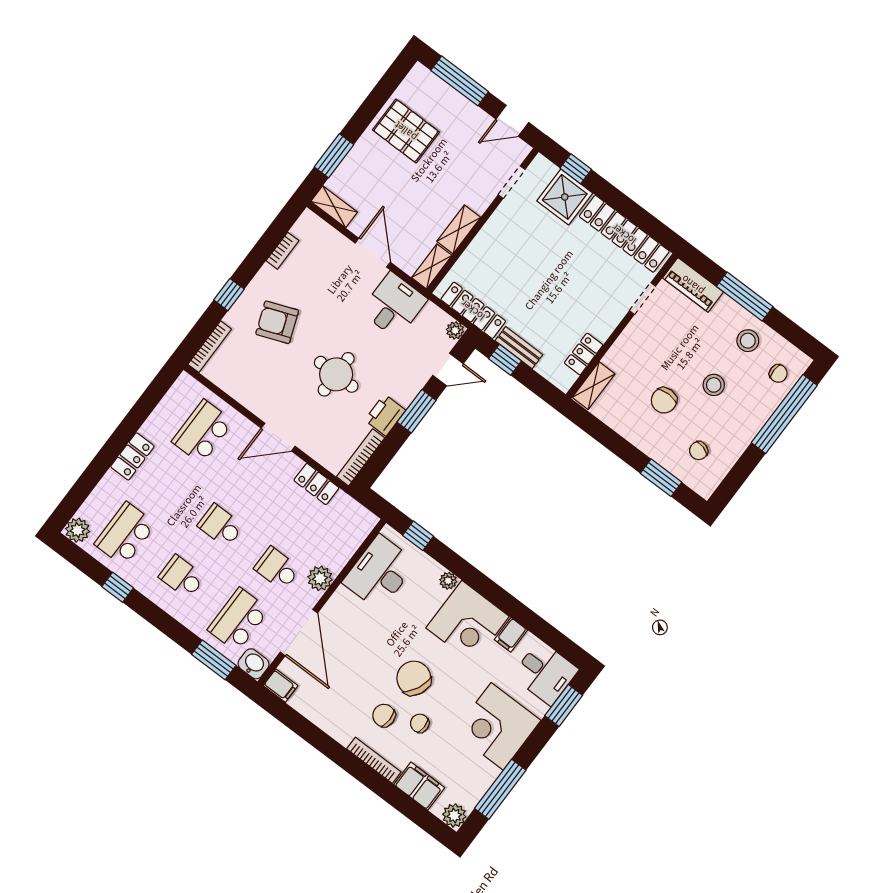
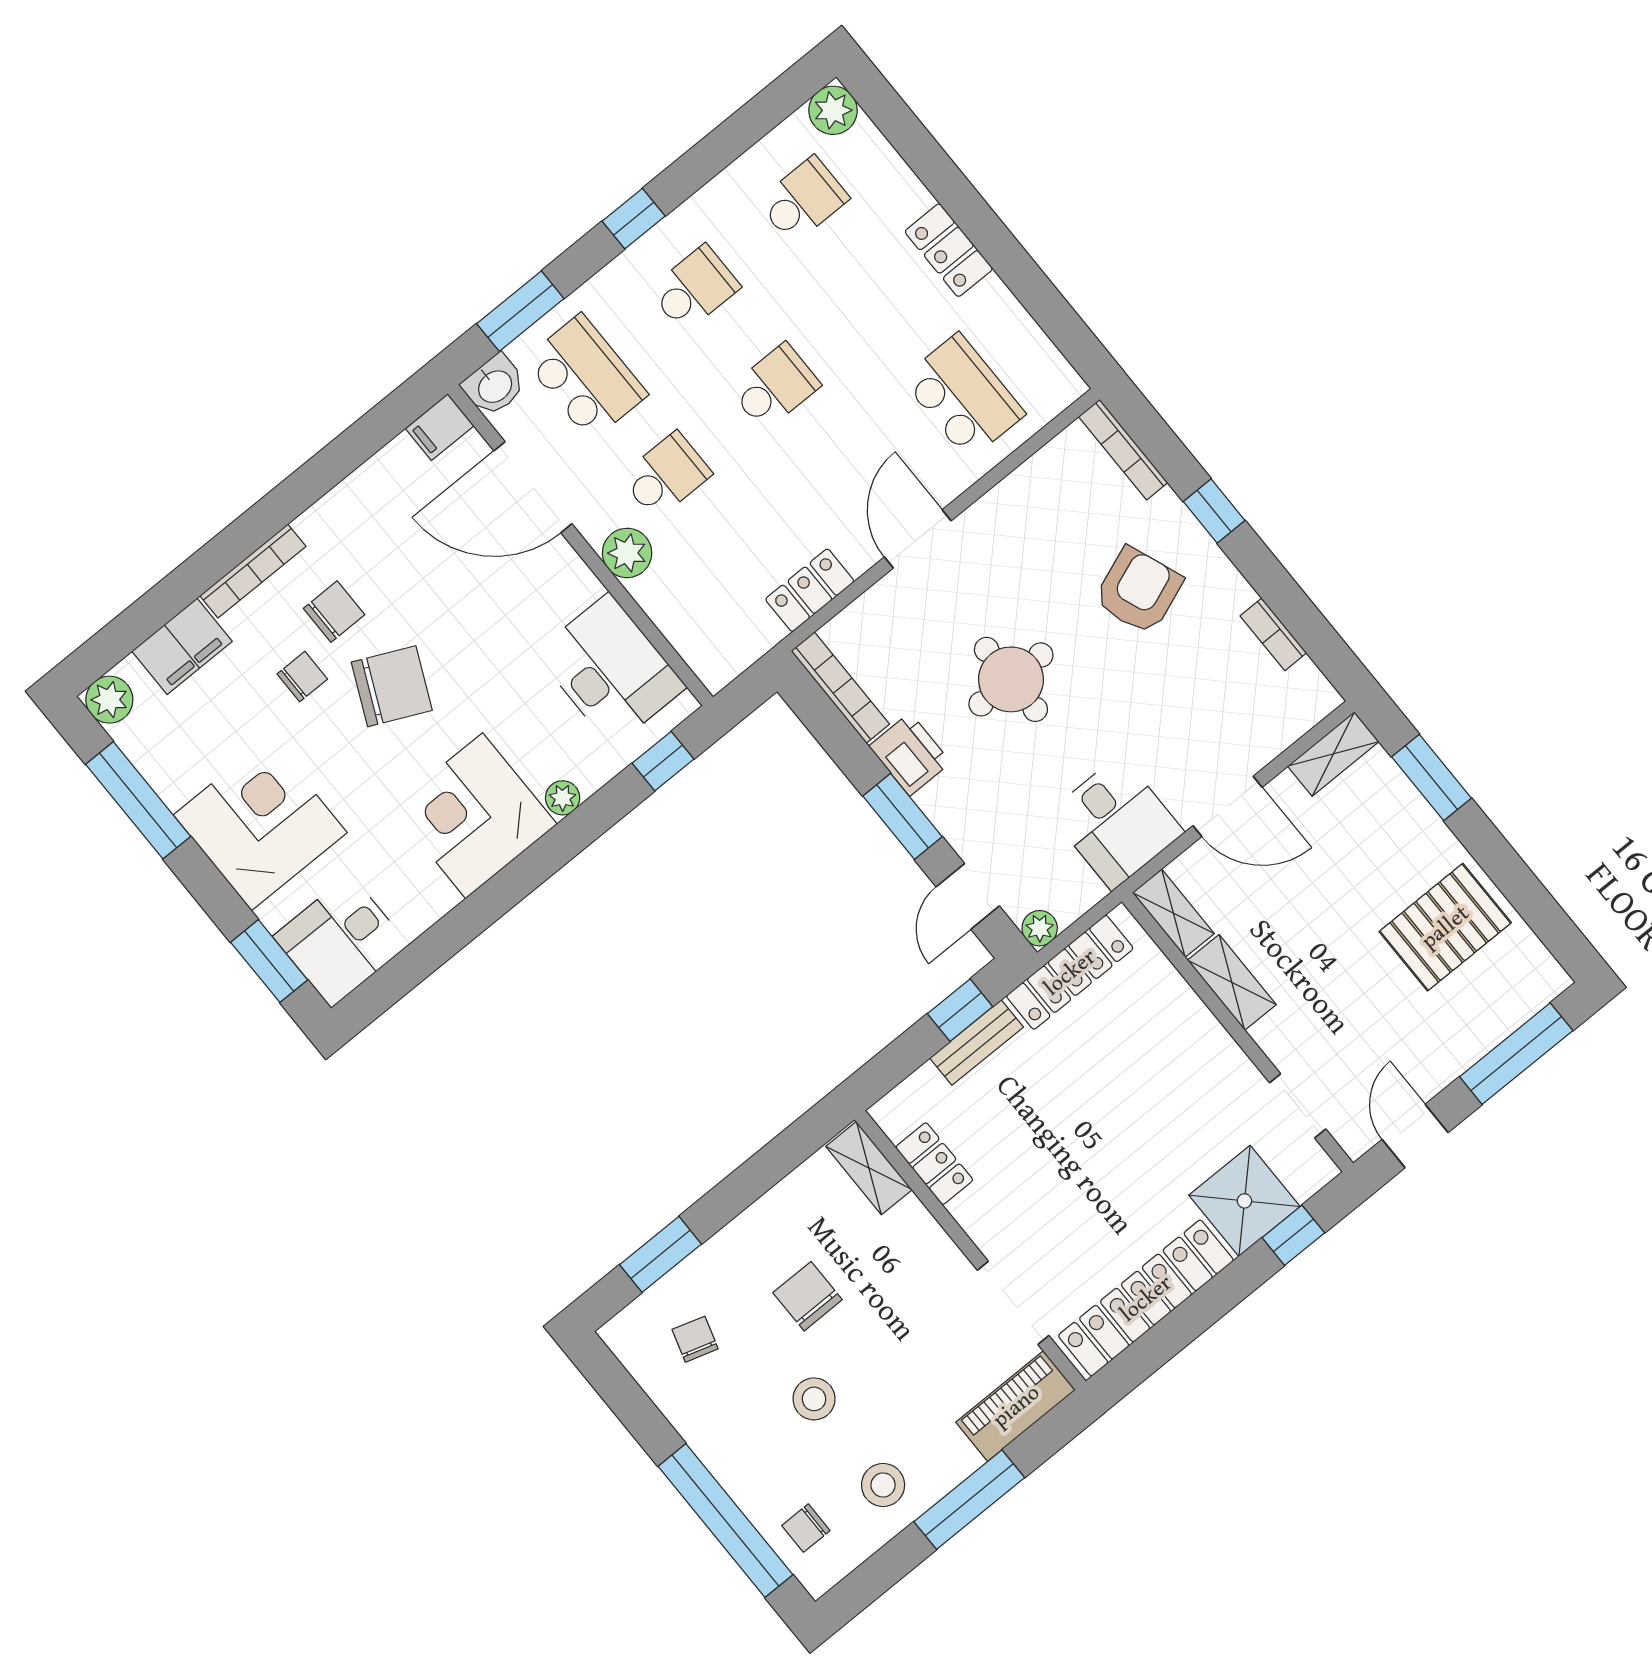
doorway: (643, 299) -> (1013, 1303), width x1.38
school desk: (125, 534) -> (803, 200), width x0.54
window: (118, 587) -> (634, 219), moved
filing cabinet: (511, 635) -> (429, 893), removed

